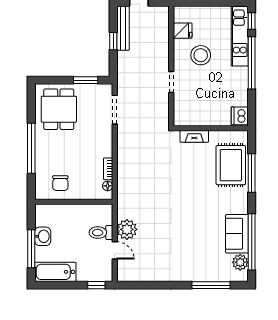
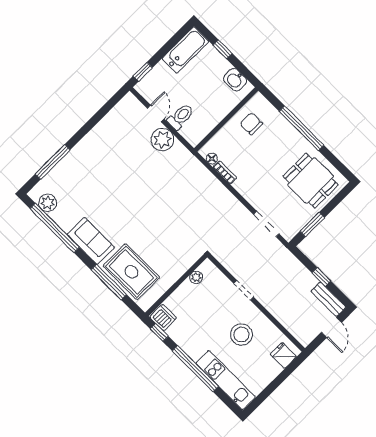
window: (252, 21) -> (159, 332), moved
bench: (123, 28) -> (328, 299), width x0.73
fridge: (183, 31) -> (283, 355), moved, turned 90
plant: (193, 120) -> (196, 277), added
fireplace: (194, 136) -> (183, 266), removed
sofa: (237, 234) -> (91, 241), moved
washbasin: (43, 236) -> (235, 80), moved
window: (31, 249) -> (222, 49), width x0.46
door: (115, 250) -> (156, 113), swing flipped

